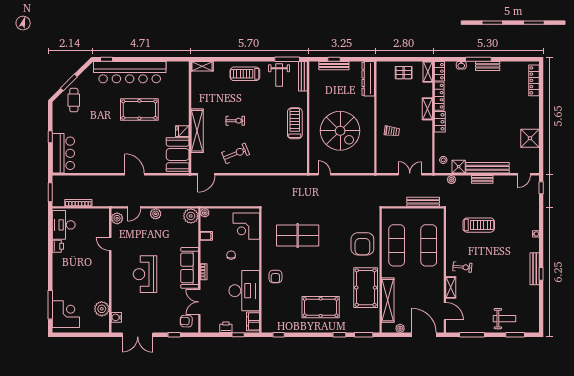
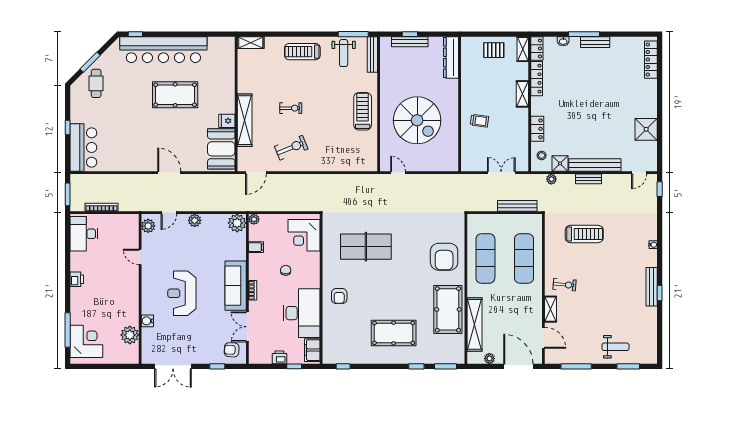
locker: (440, 122) -> (537, 129), moved
printer: (58, 246) -> (77, 279), moved
water cooler: (116, 317) -> (147, 321), moved

